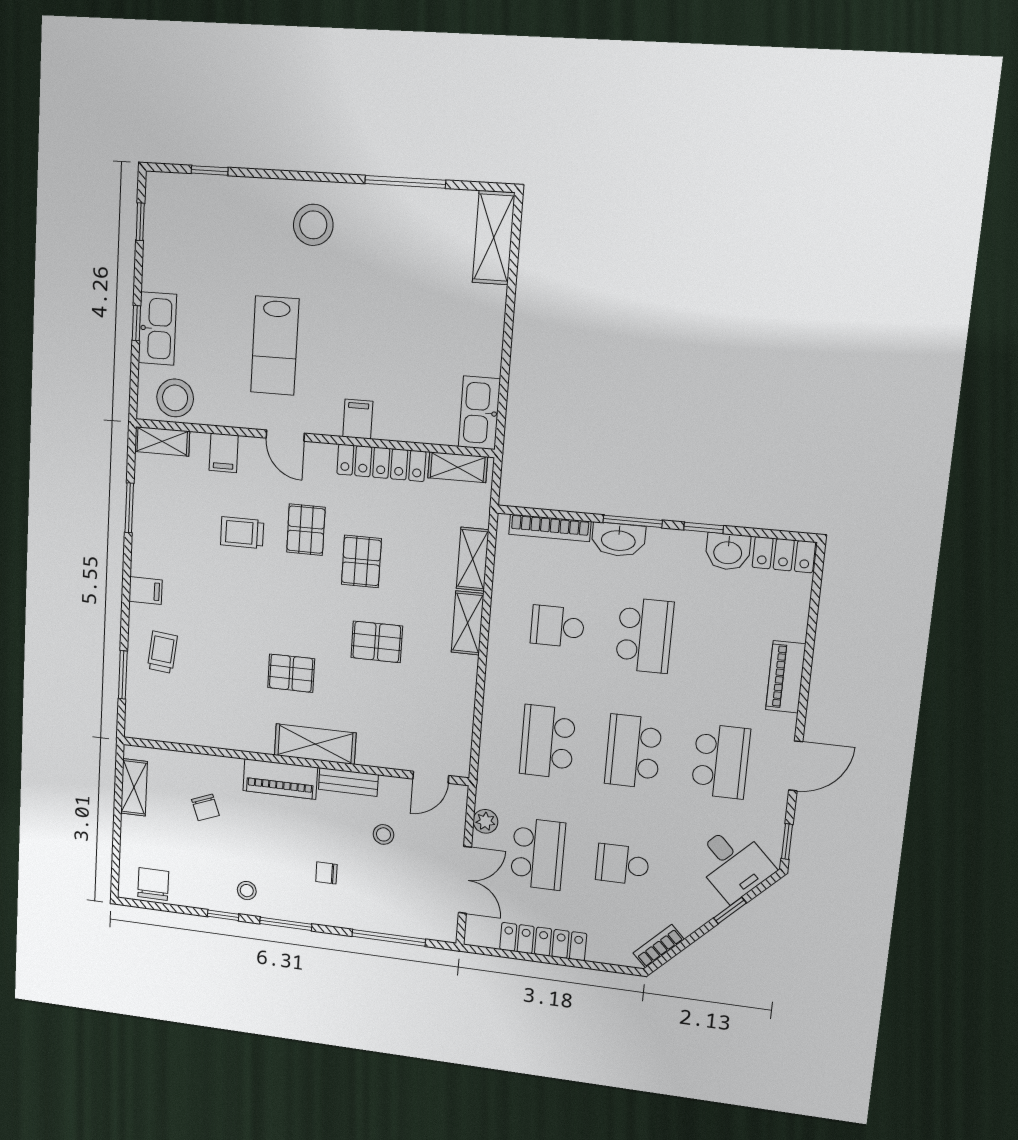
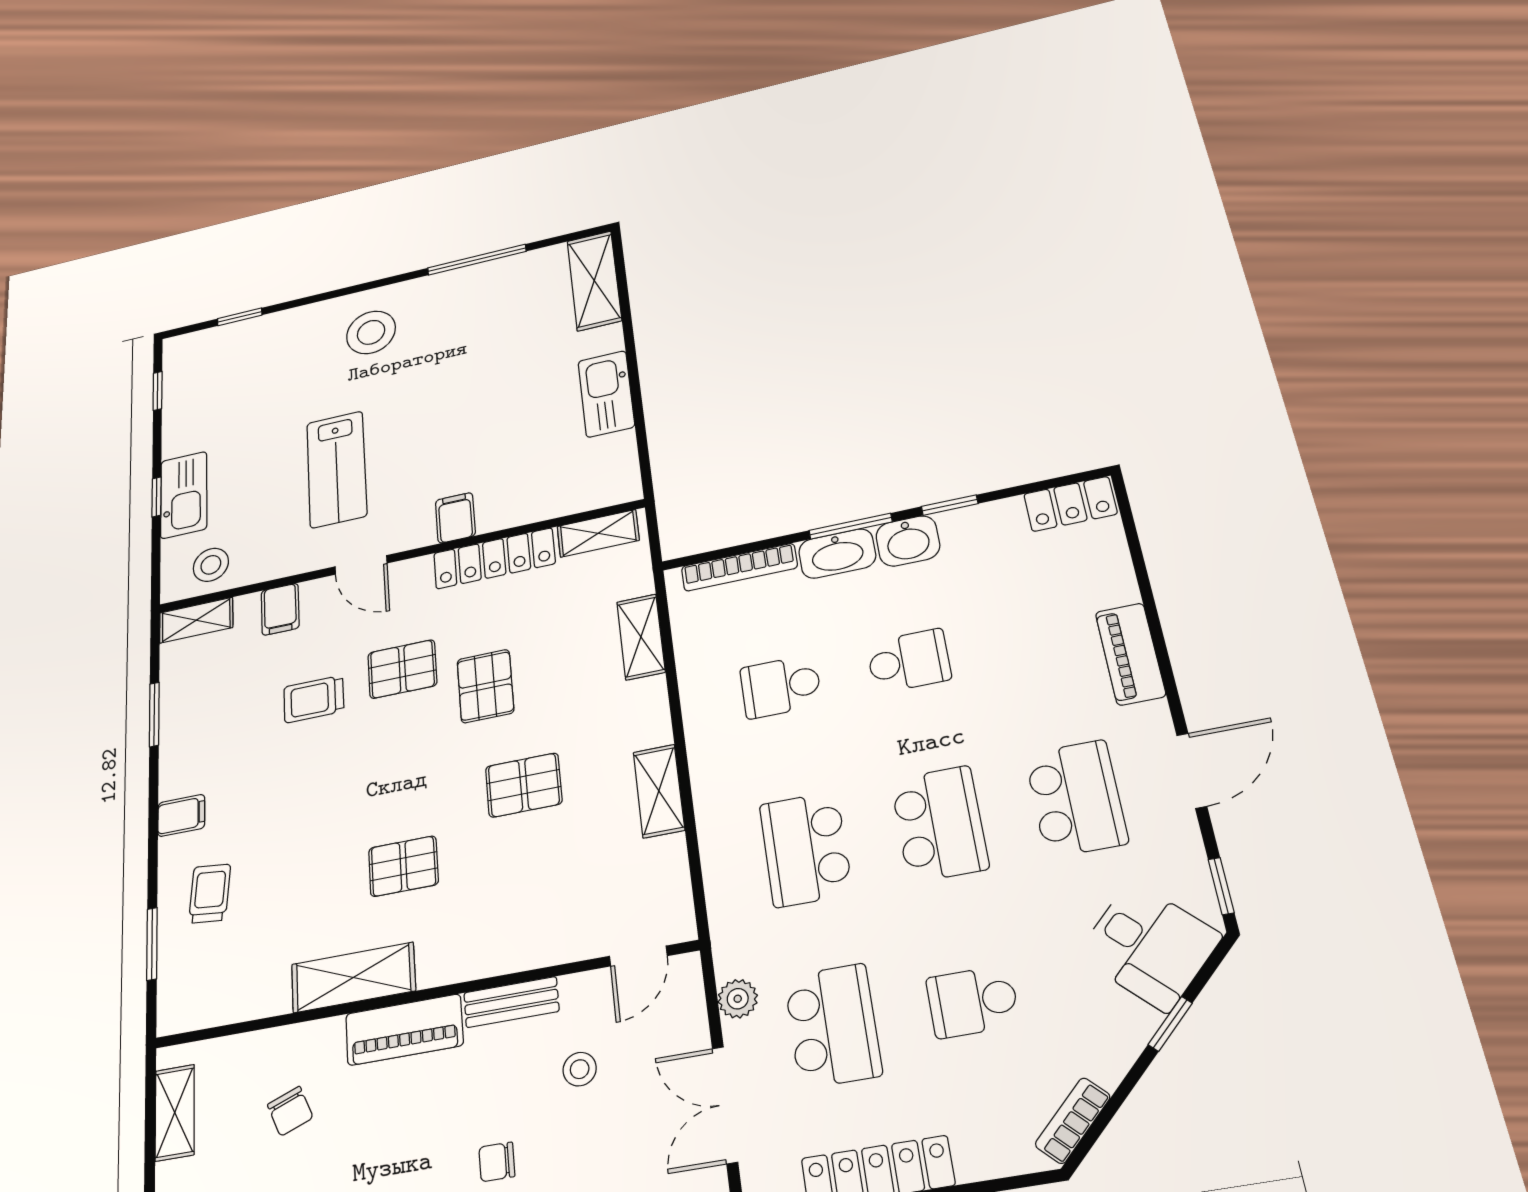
stool: (175, 398) -> (211, 565), width x0.73, depth x0.73
kitchen sink: (479, 413) -> (606, 394), moved
pallet: (306, 530) -> (402, 669), turned 90
washbasin: (728, 552) -> (908, 541), moved
shelving: (467, 623) -> (659, 791), moved
school desk: (644, 635) -> (909, 661), width x0.54
shelving: (315, 744) -> (353, 977), moved
school desk: (633, 751) -> (939, 824), turned 180
double door: (465, 880) -> (725, 1105), swing flipped

